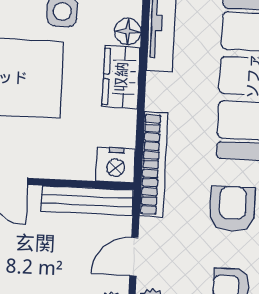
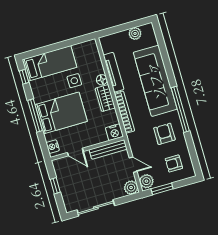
bookcase: (154, 164) -> (124, 112), moved
door: (134, 257) -> (133, 165), swing flipped

